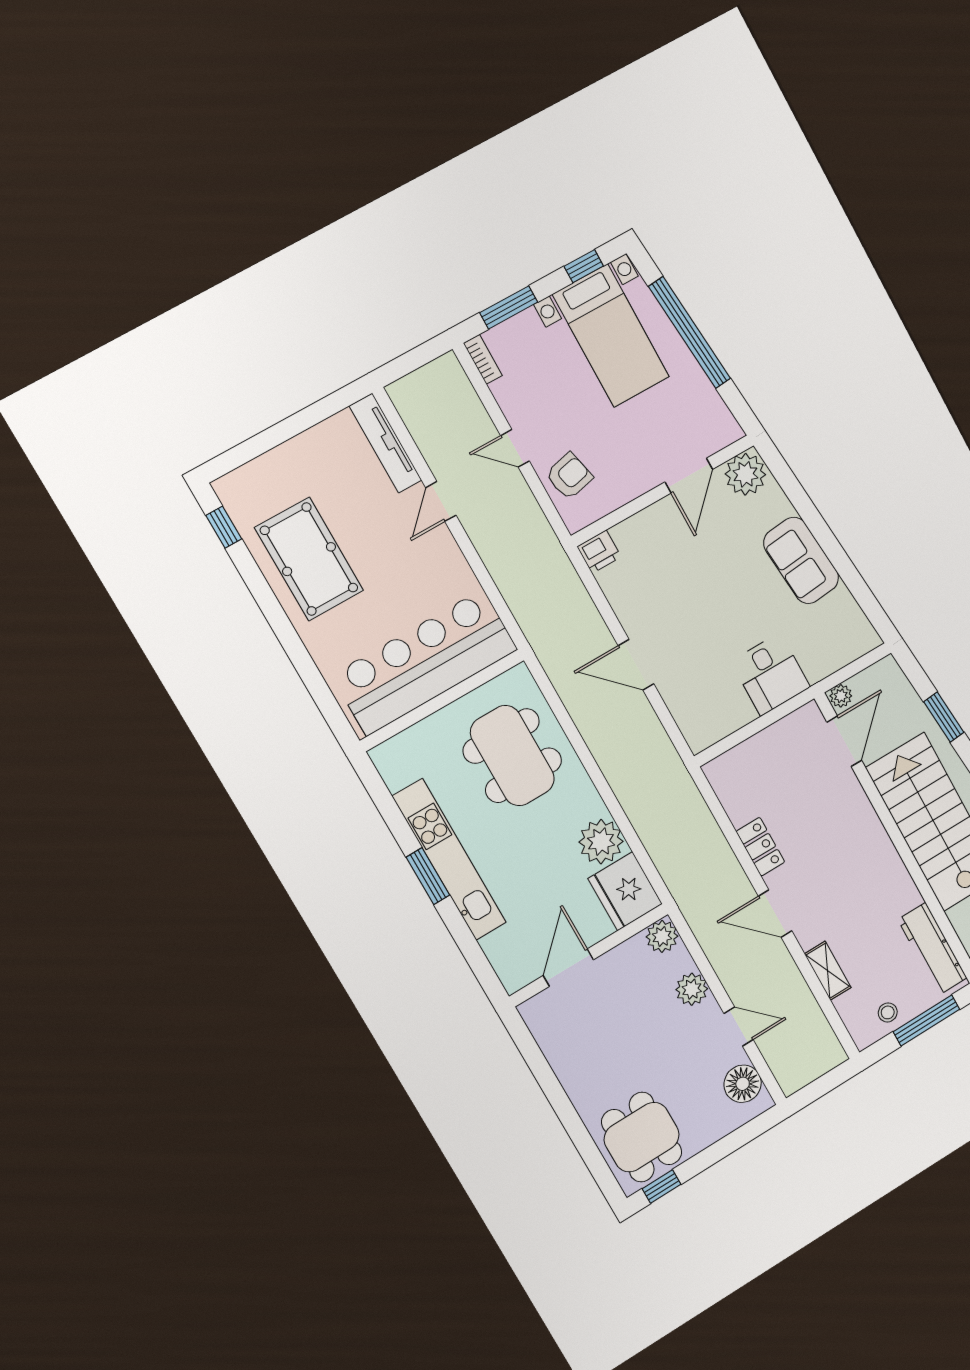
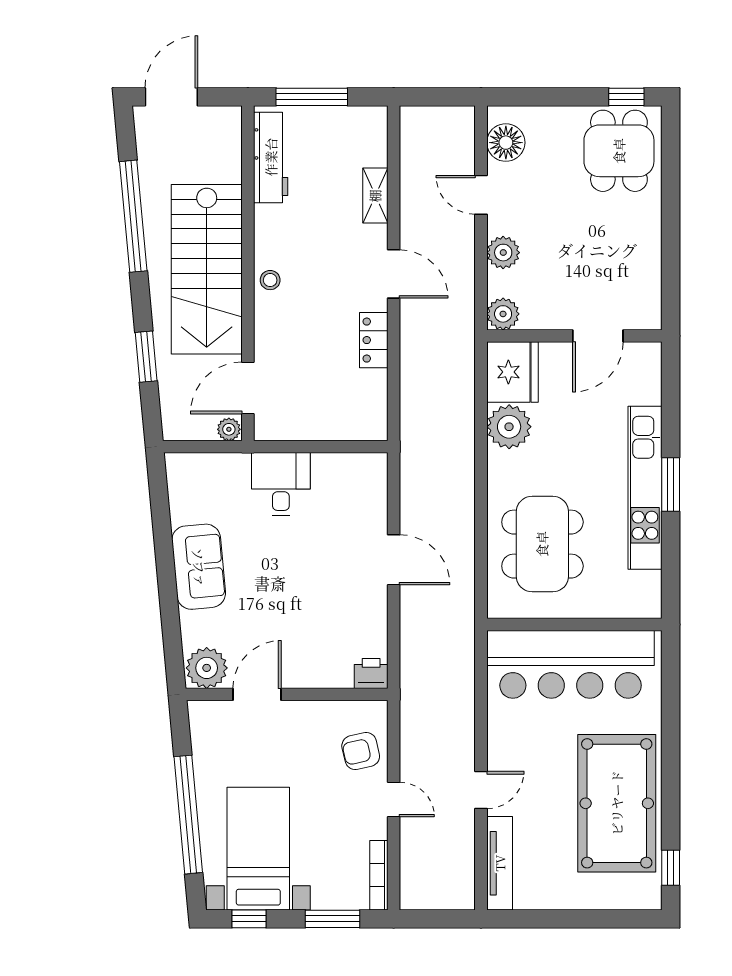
bookcase: (483, 359) -> (379, 875), width x1.56
pool table: (309, 559) -> (617, 803), width x1.36, depth x1.32
stool: (888, 1012) -> (270, 280), moved

